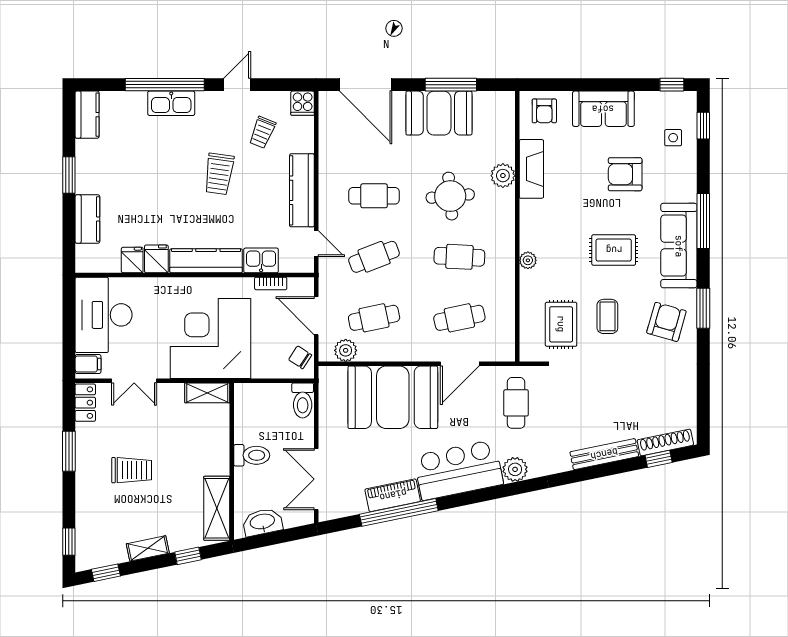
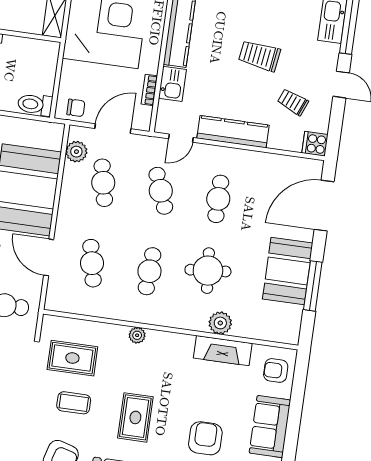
chair: (300, 357) -> (76, 108), turned 57

